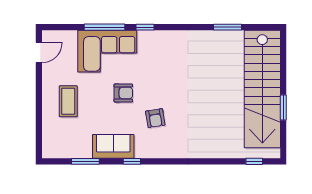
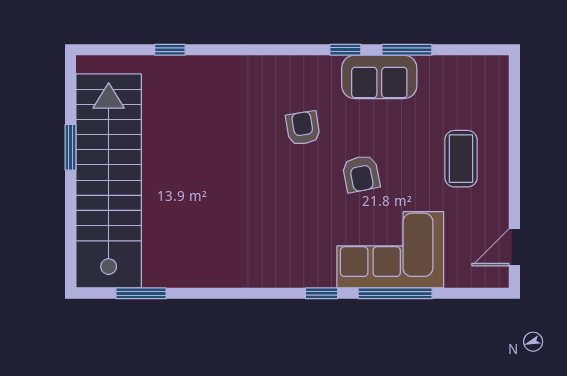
window: (227, 27) -> (141, 293), moved
armchair: (123, 93) -> (361, 174), turned -101
window: (85, 161) -> (407, 50), moved
window: (254, 161) -> (170, 50), moved

